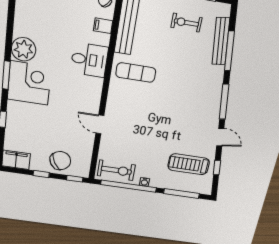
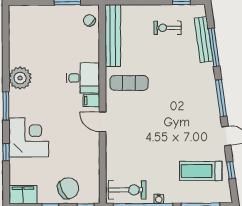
filing cabinet: (103, 26) -> (91, 101), moved
corner desk: (29, 83) -> (29, 137), moved
door: (100, 124) -> (103, 122), moved

